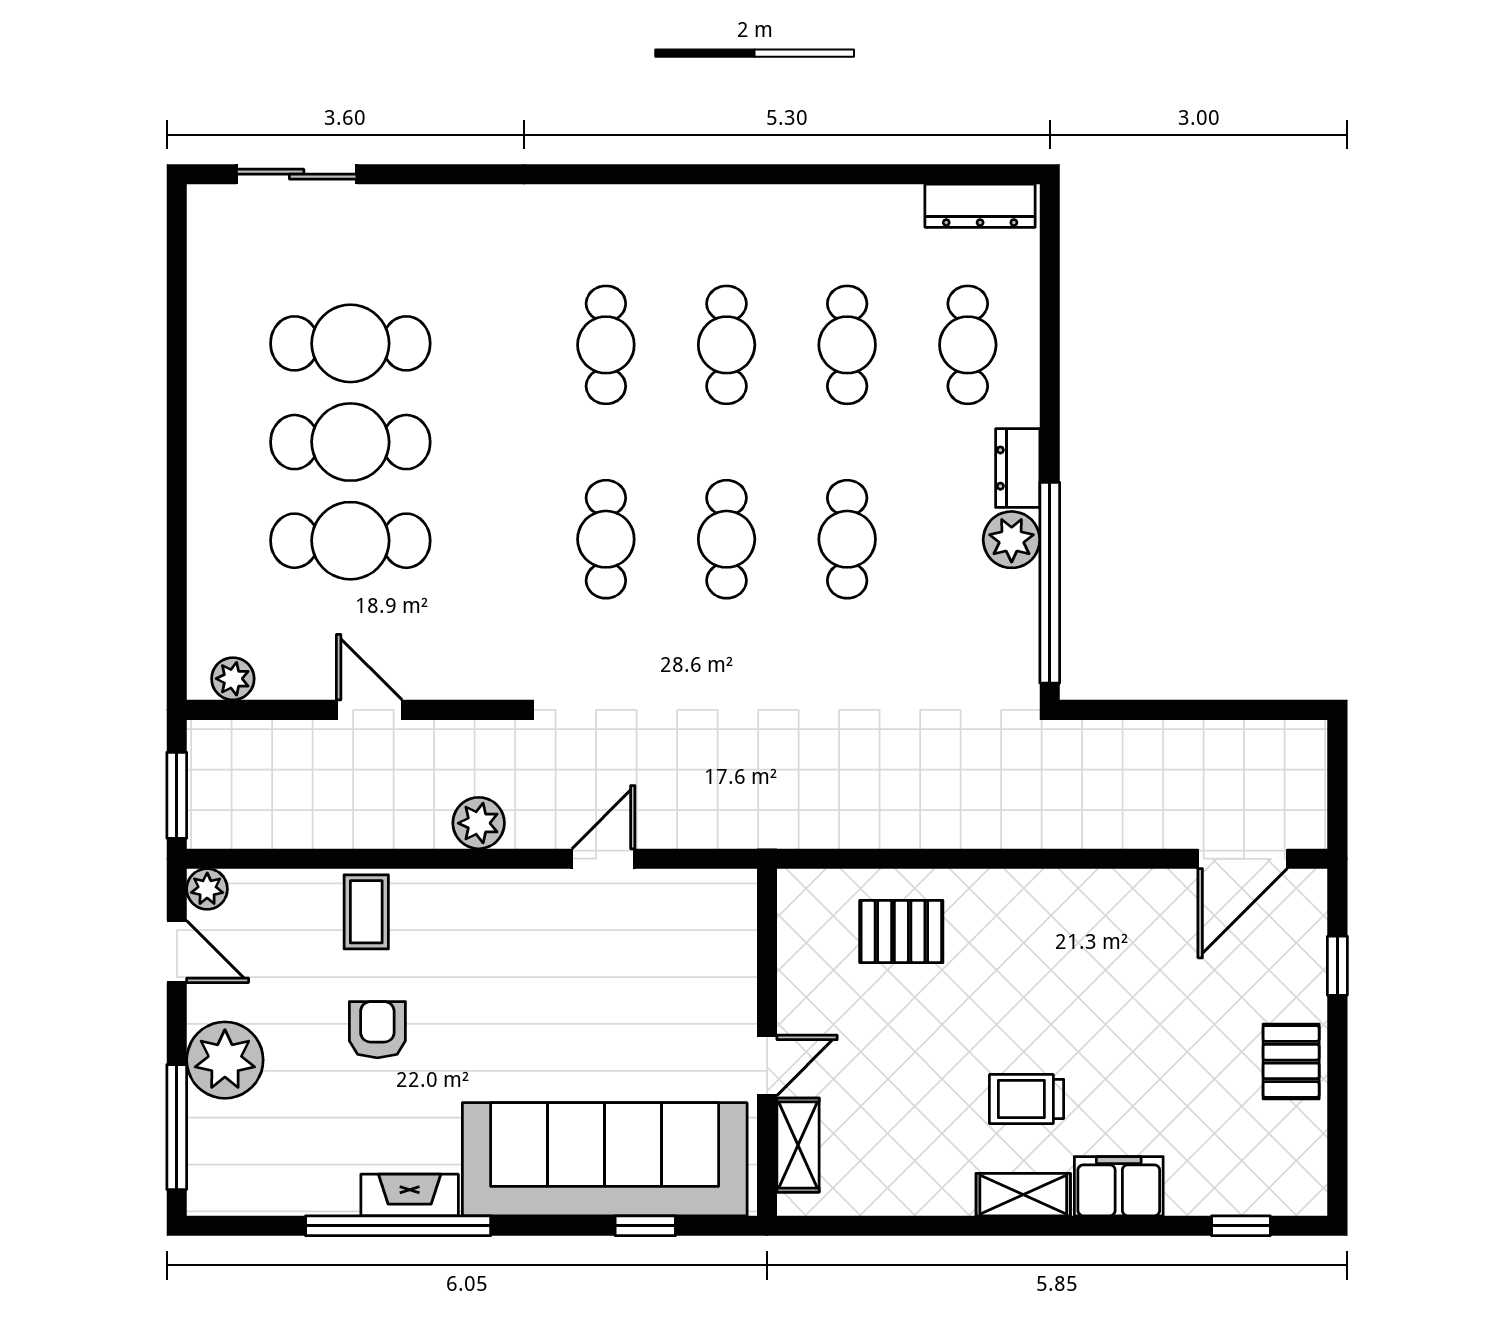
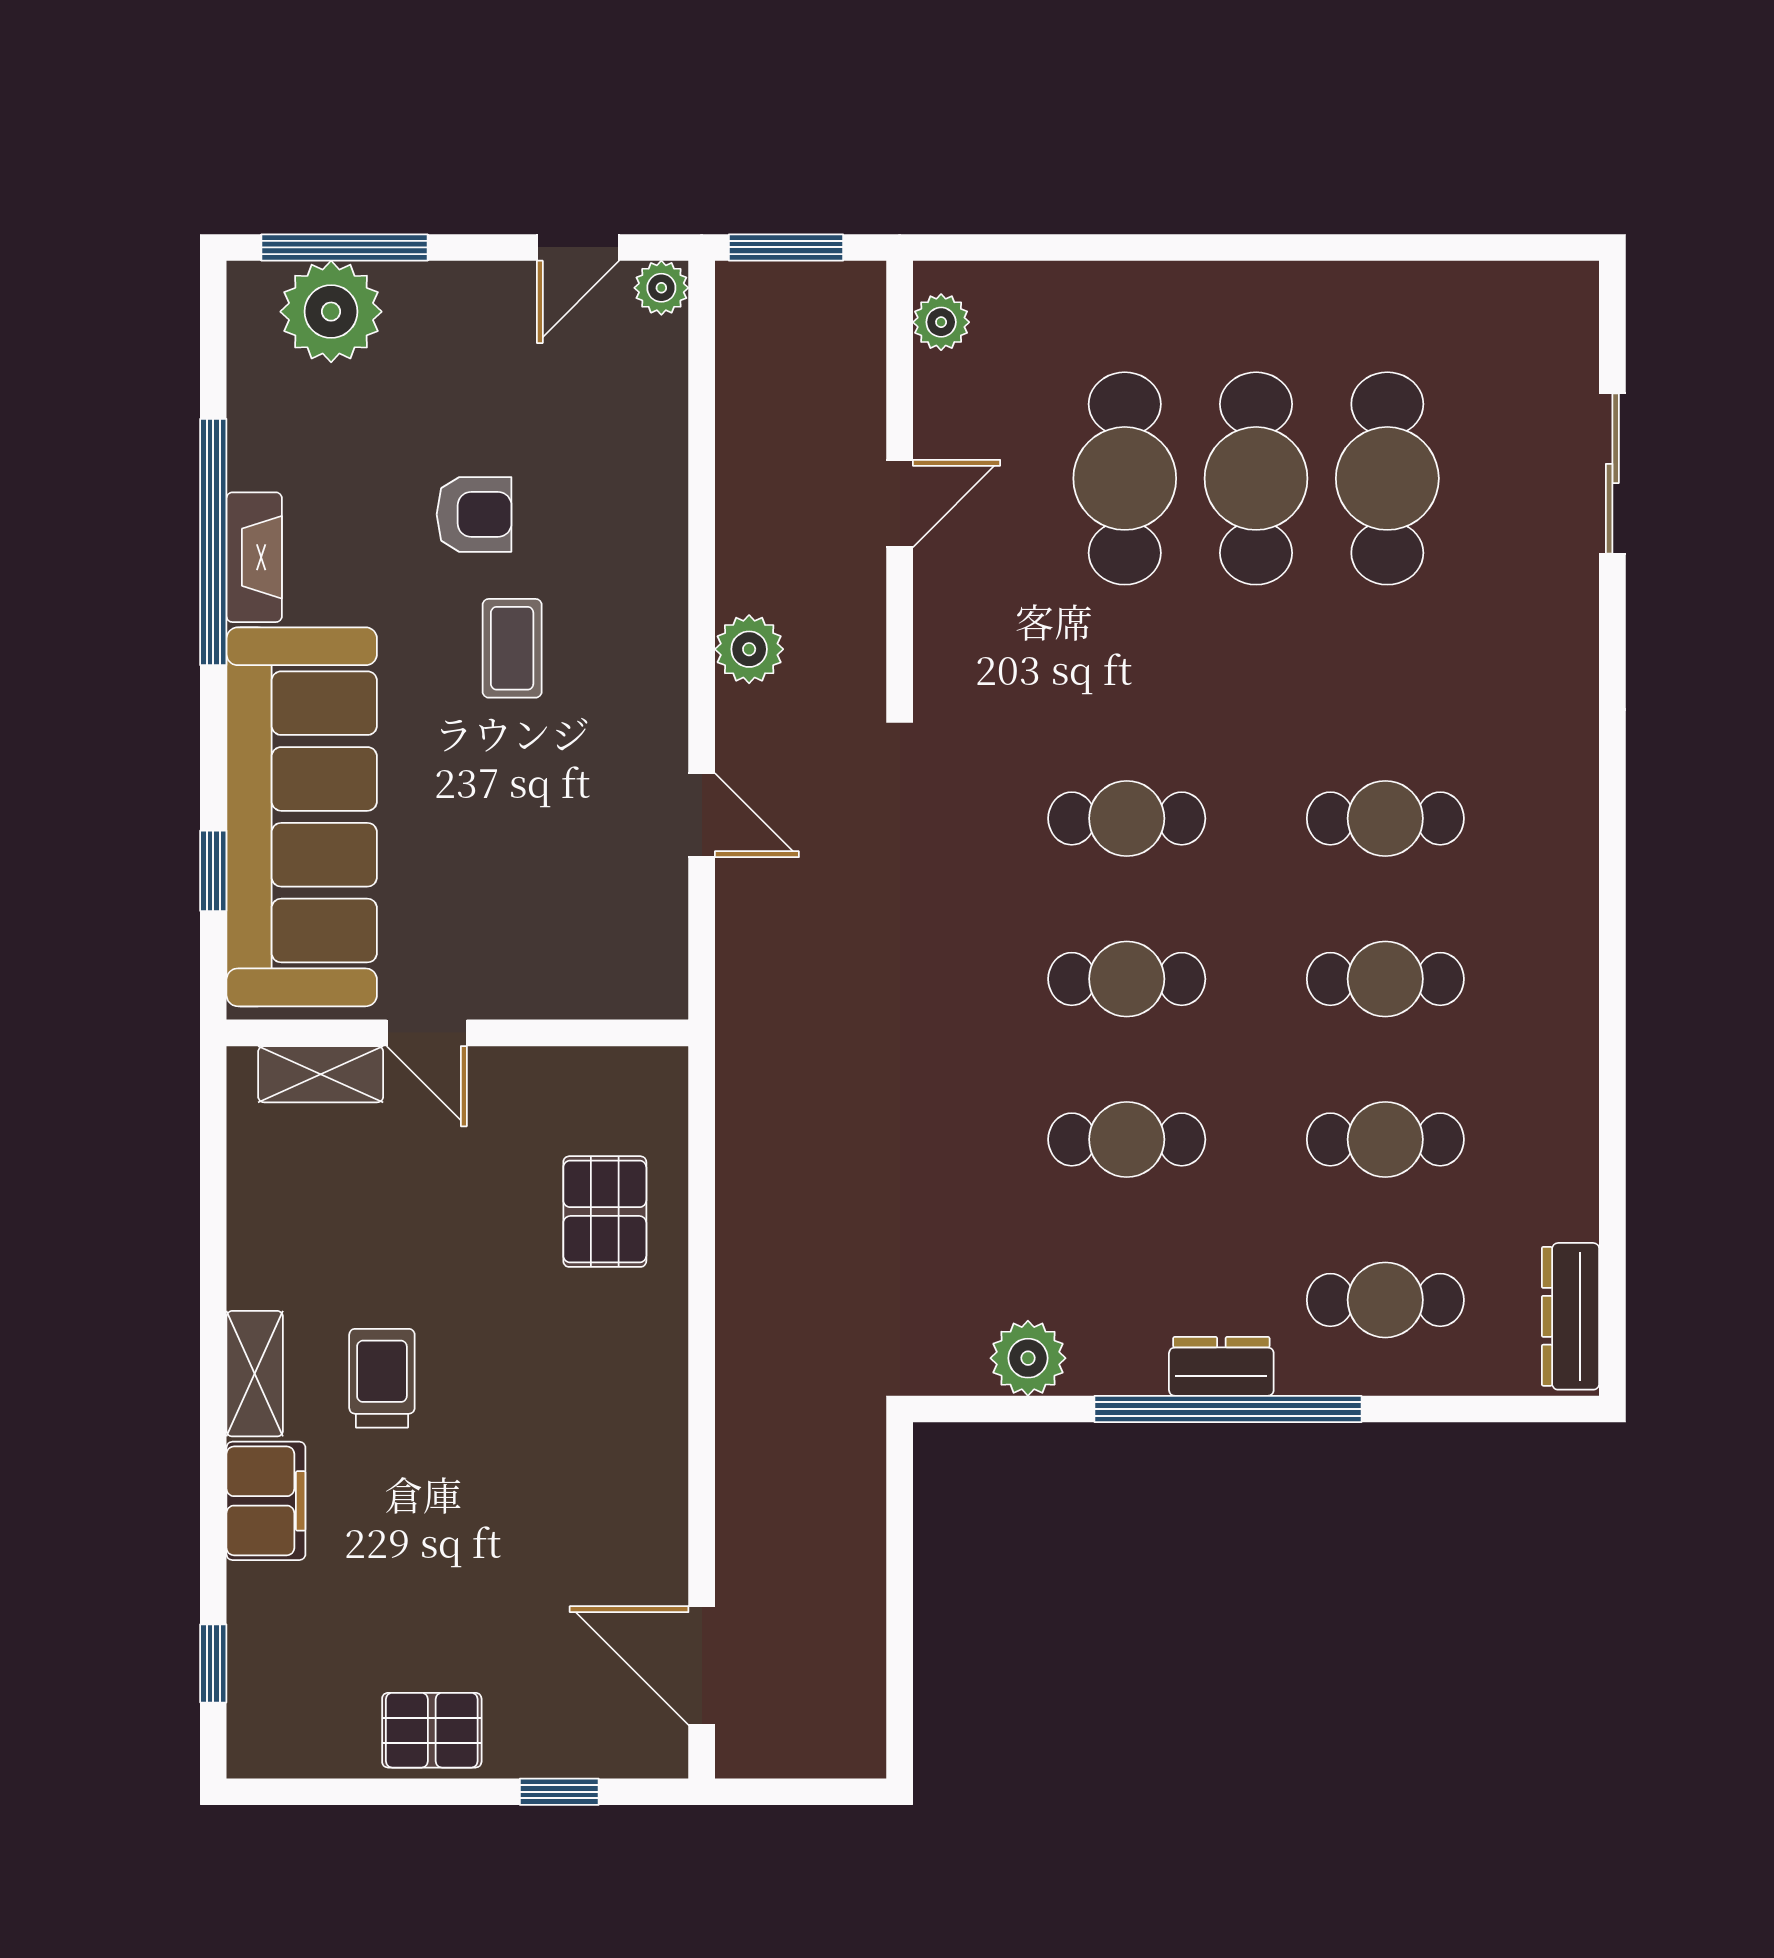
sliding door: (297, 174) -> (1612, 473), moved
plant: (1012, 540) -> (1028, 1358), moved
window: (1050, 583) -> (1228, 1409), moved
coffee table: (366, 912) -> (512, 648), moved, turned 90
plant: (225, 1060) -> (331, 312), moved

